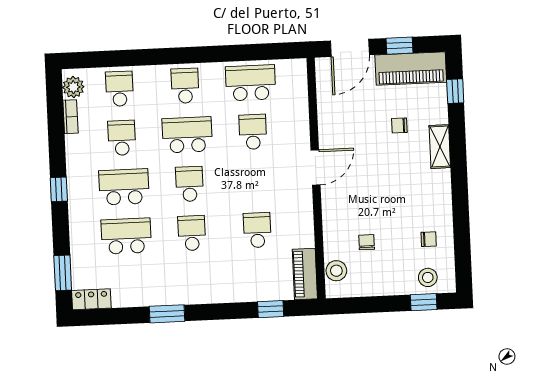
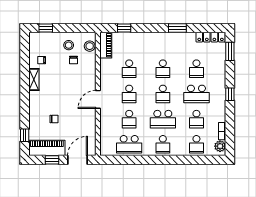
shelving: (440, 147) -> (34, 80), moved
school desk: (255, 181) -> (129, 94), added
school desk: (126, 236) -> (196, 69), width x0.54
stool: (428, 277) -> (69, 45), moved
locker: (91, 299) -> (211, 37), width x1.53

